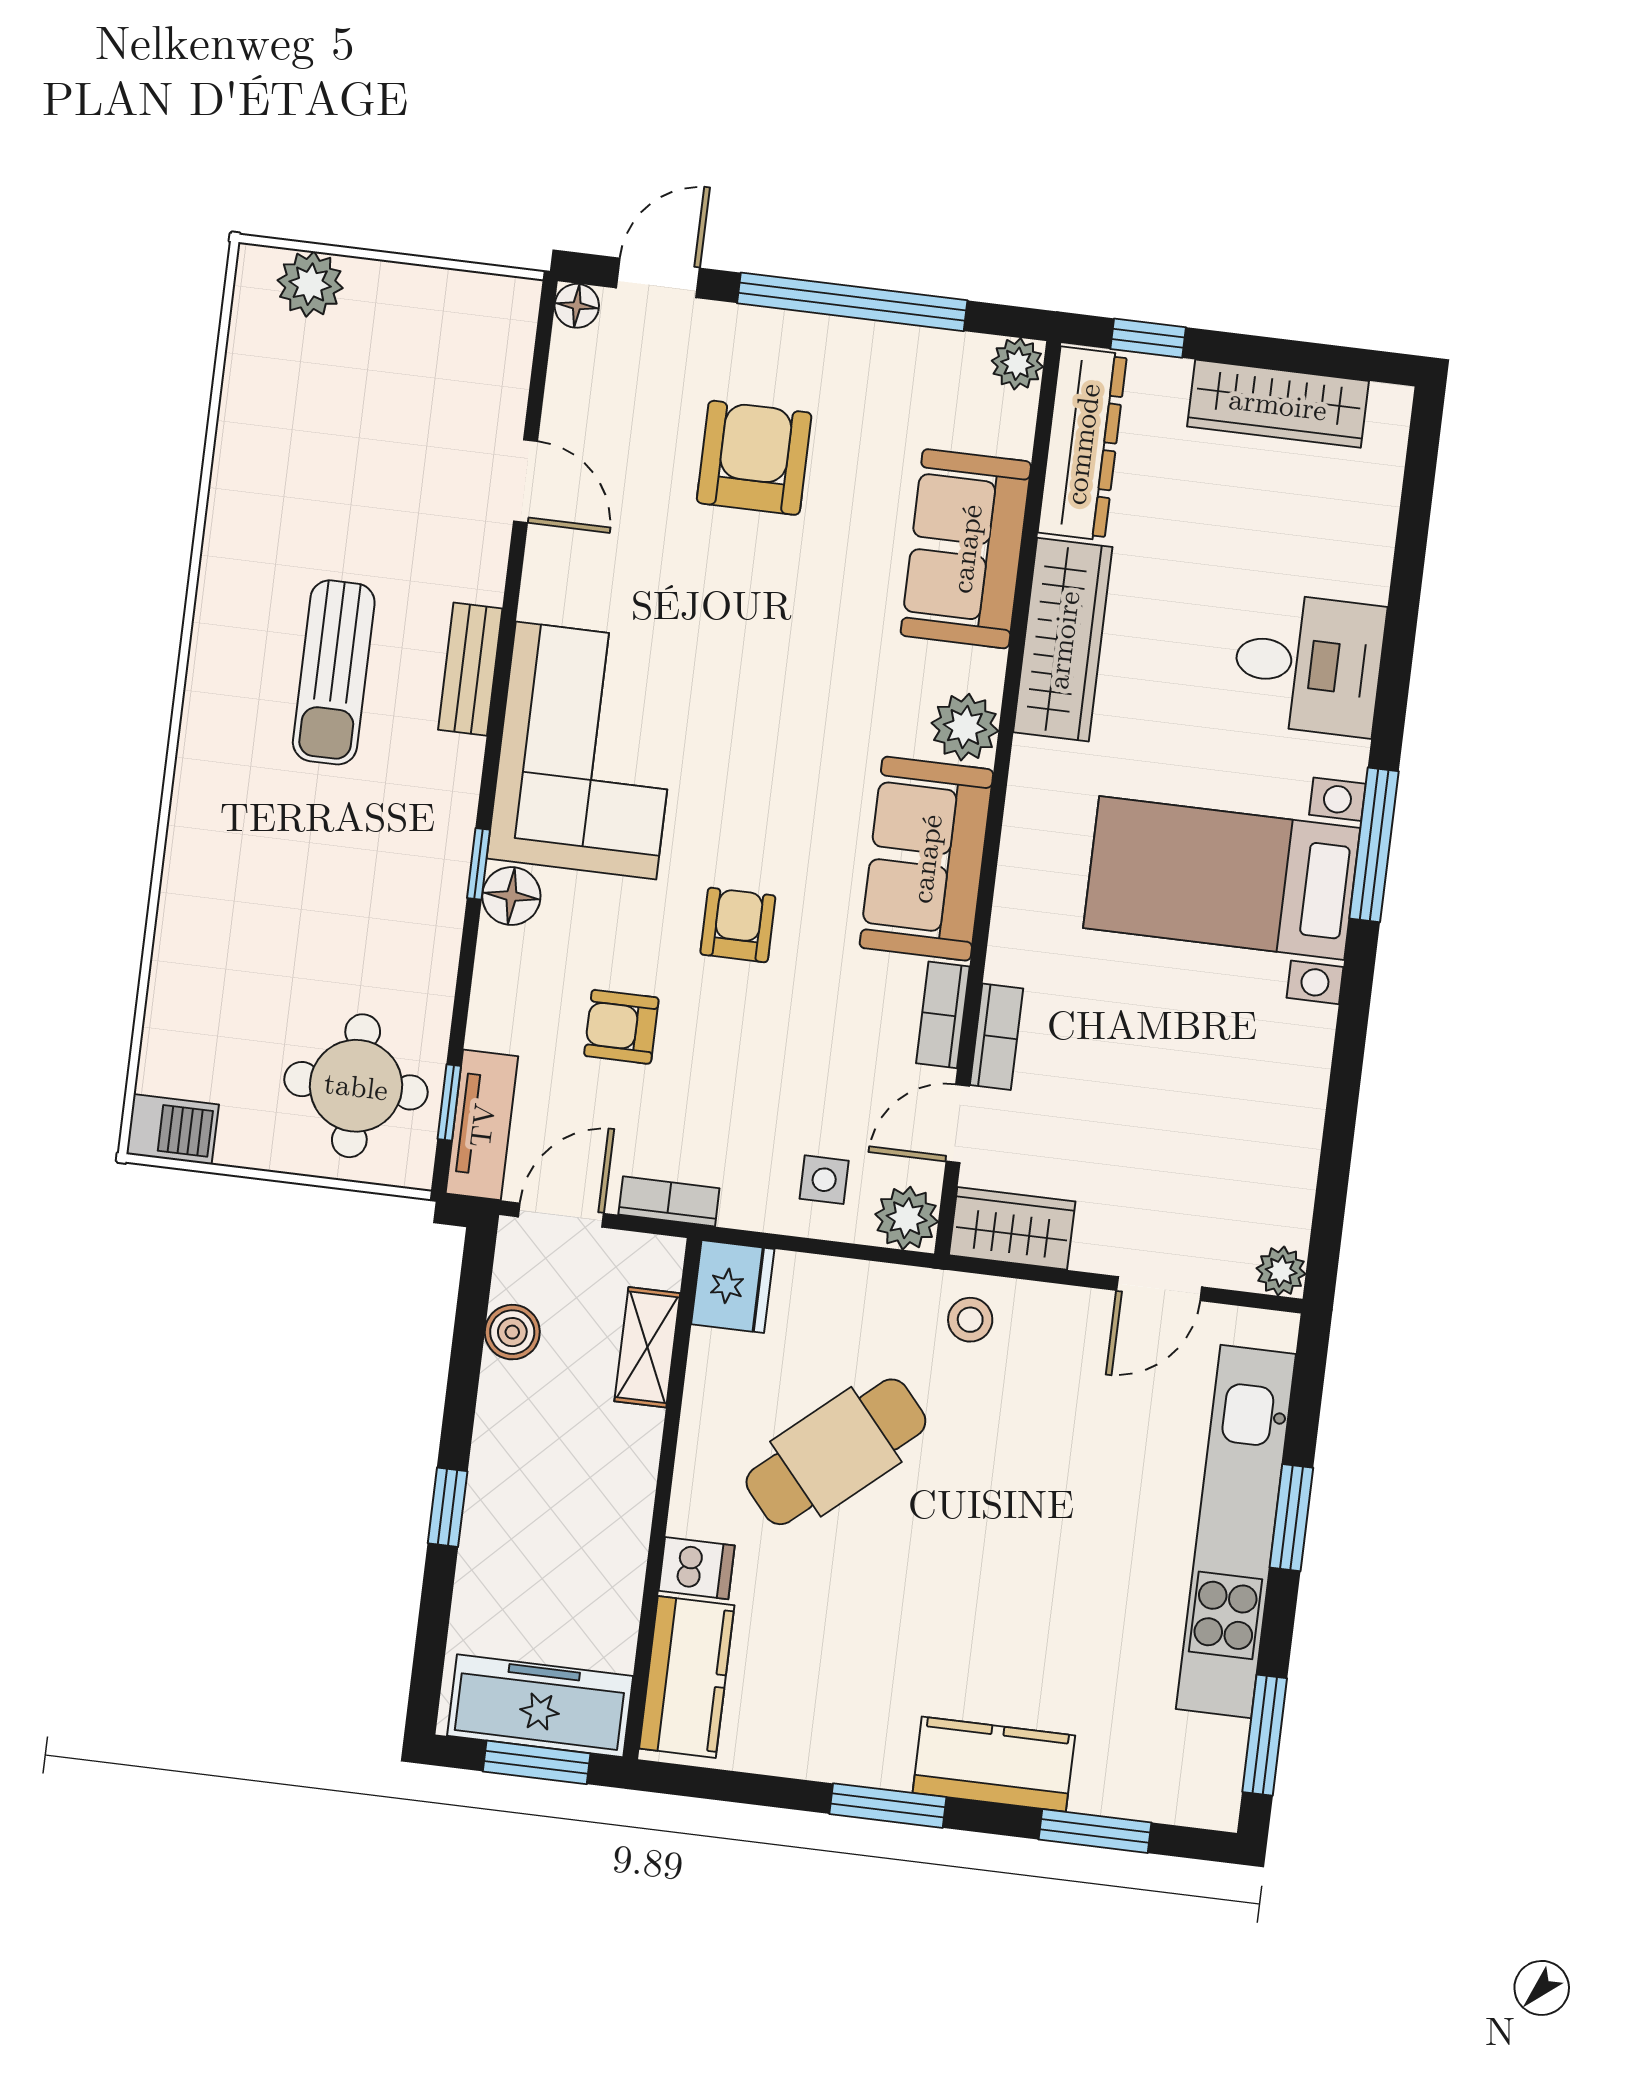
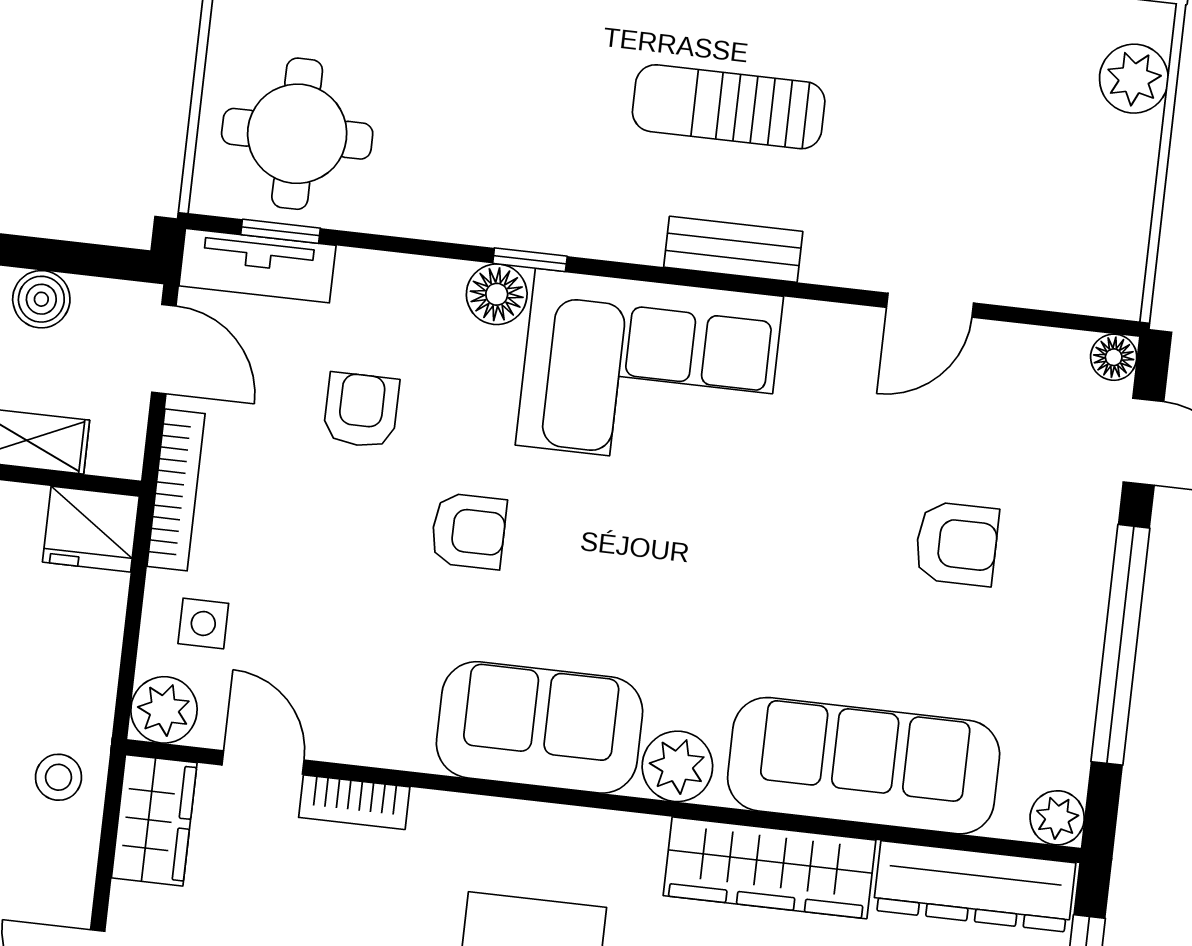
armchair: (754, 458) -> (957, 544), width x0.72, depth x0.72
sofa: (966, 549) -> (864, 766), width x1.36
bookcase: (943, 1015) -> (377, 746), removed
bookcase: (669, 1201) -> (176, 490), width x1.56

